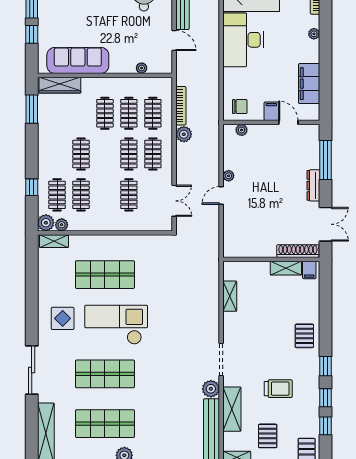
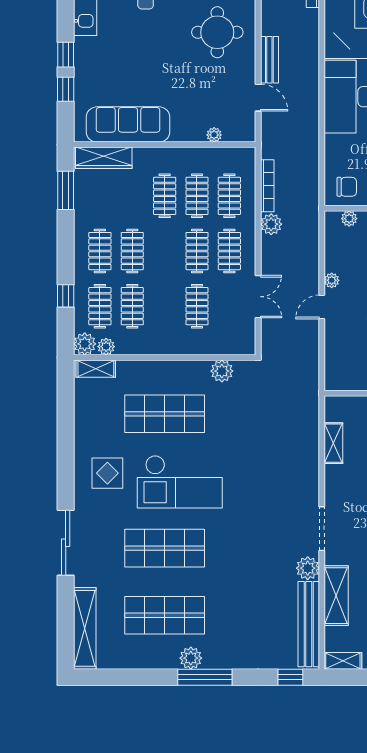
clothes rail: (57, 154) -> (100, 251), added
double door: (174, 201) -> (258, 297), moved
plant: (147, 243) -> (222, 371), added
checkout: (116, 325) -> (180, 482), turned 180

